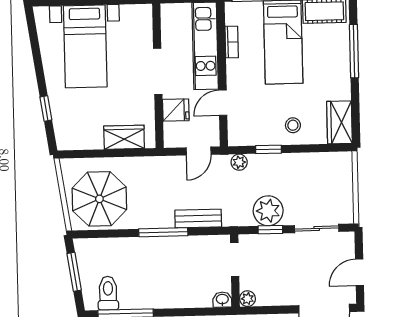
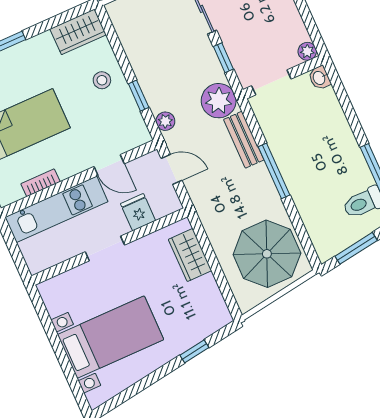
doorway: (158, 71) -> (105, 248), width x0.73
plant: (268, 211) -> (219, 101), moved

